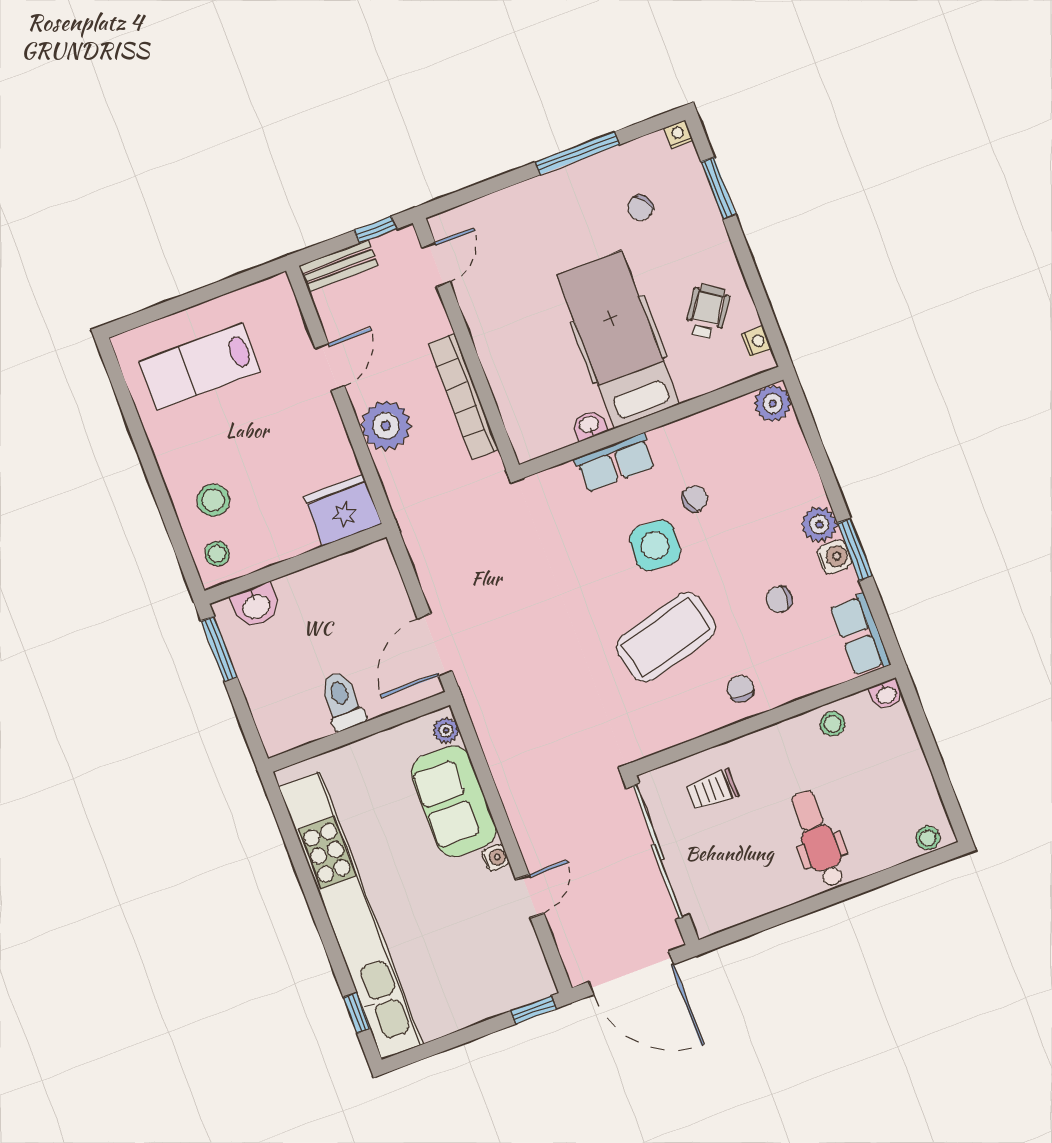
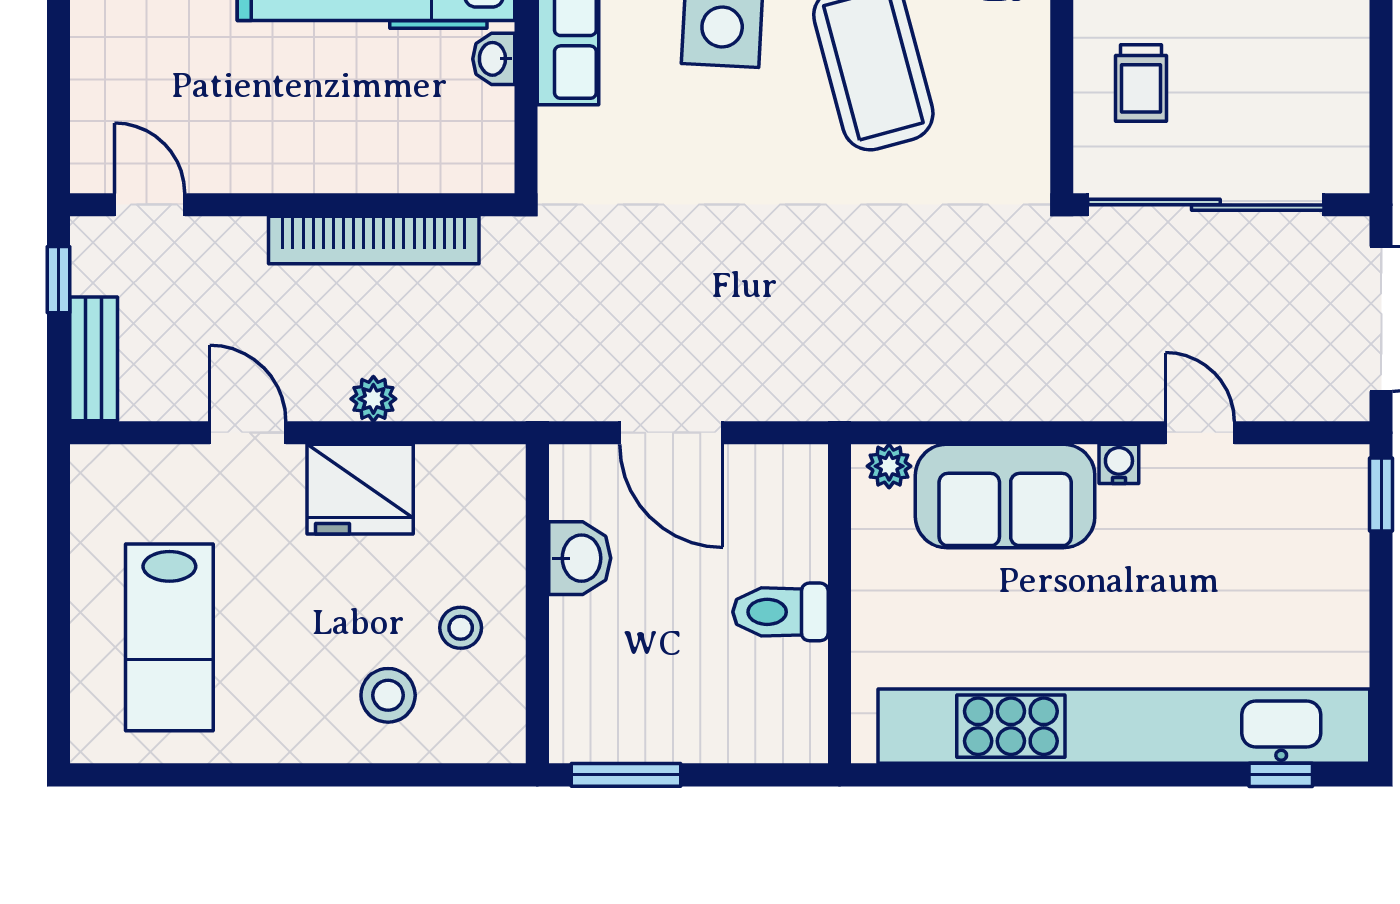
plant: (386, 426) -> (373, 399), width x0.53, depth x0.53
fridge: (343, 510) -> (360, 489), moved, turned -90
stool: (217, 554) -> (461, 628), moved
washbasin: (256, 606) -> (580, 558), moved
door: (435, 645) -> (671, 433), moved

